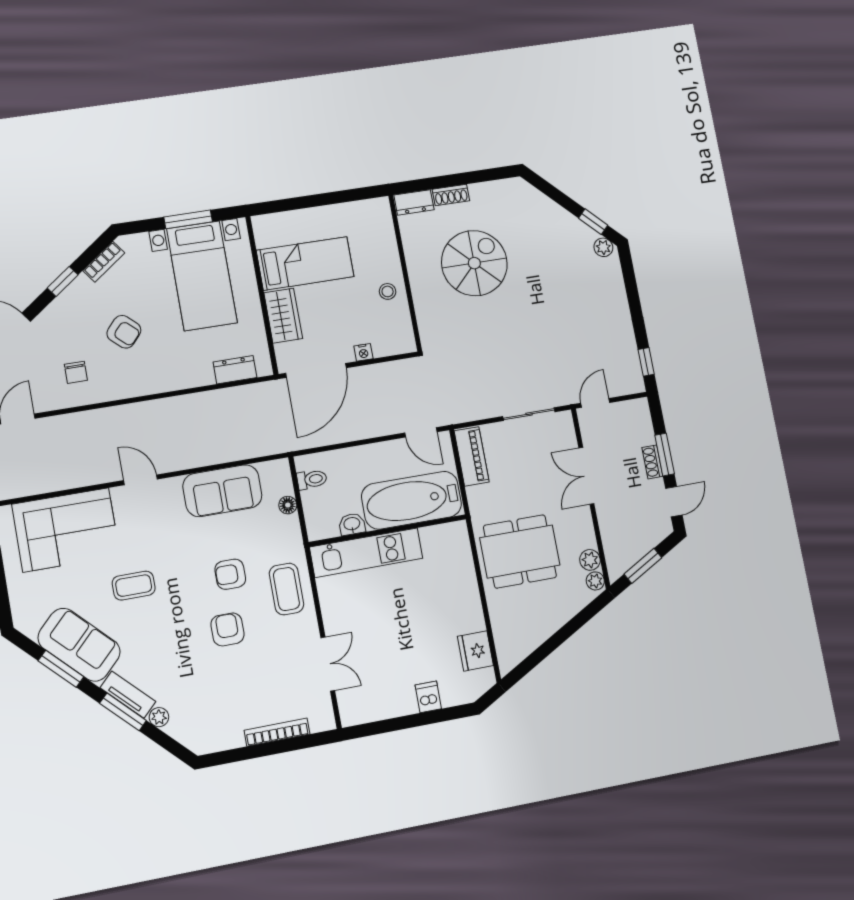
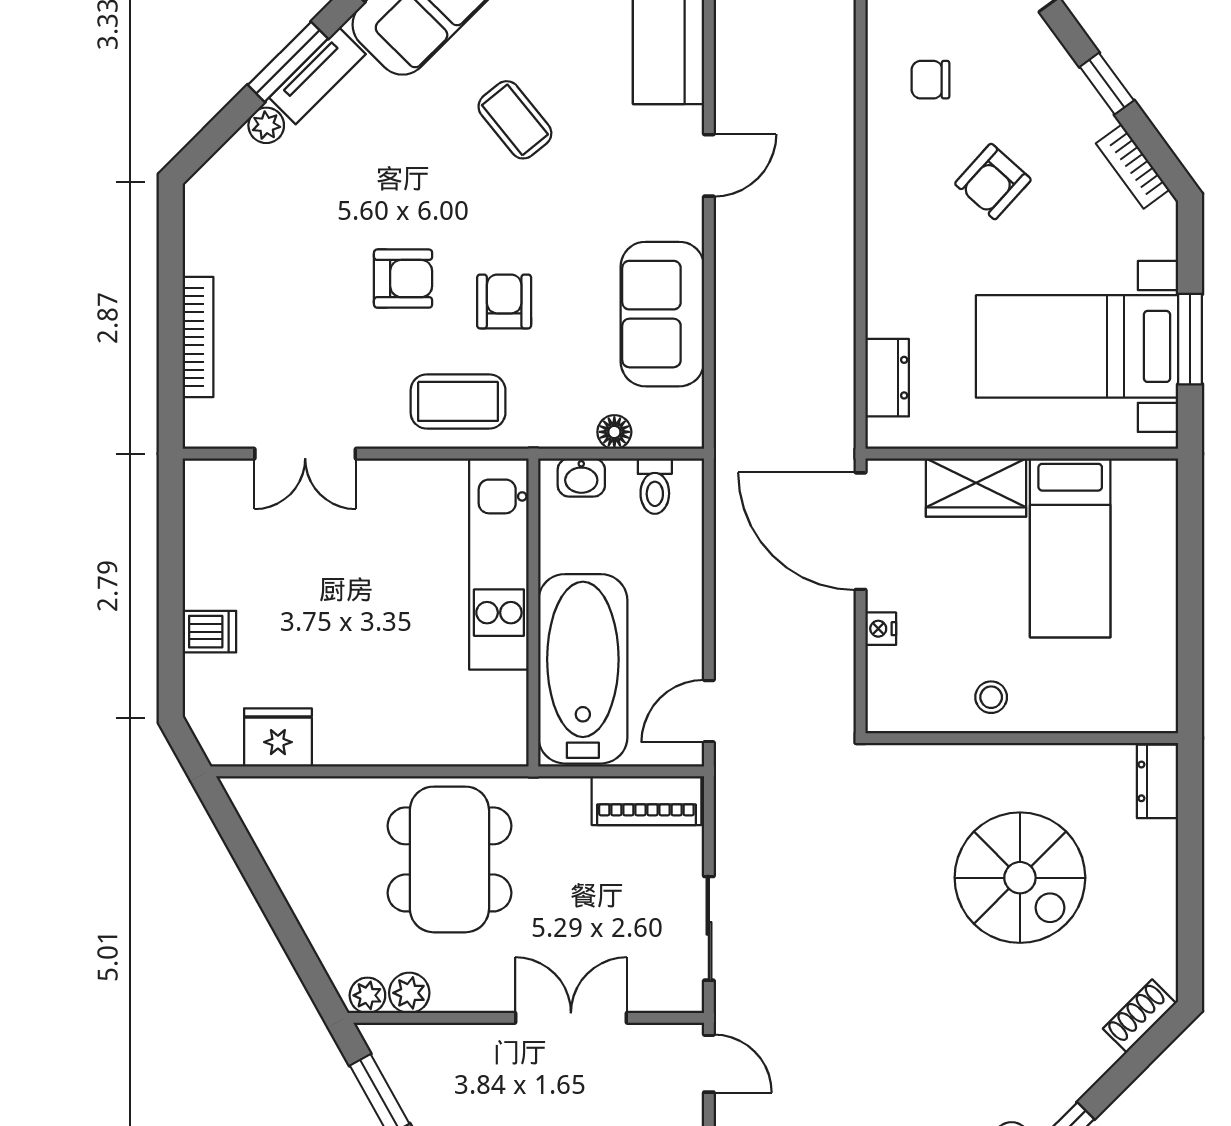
shoe rack: (451, 195) -> (1139, 1016), moved, turned 45
washbasin: (352, 524) -> (581, 478), moved, turned 90
coffee table: (134, 586) -> (515, 120), turned -39

